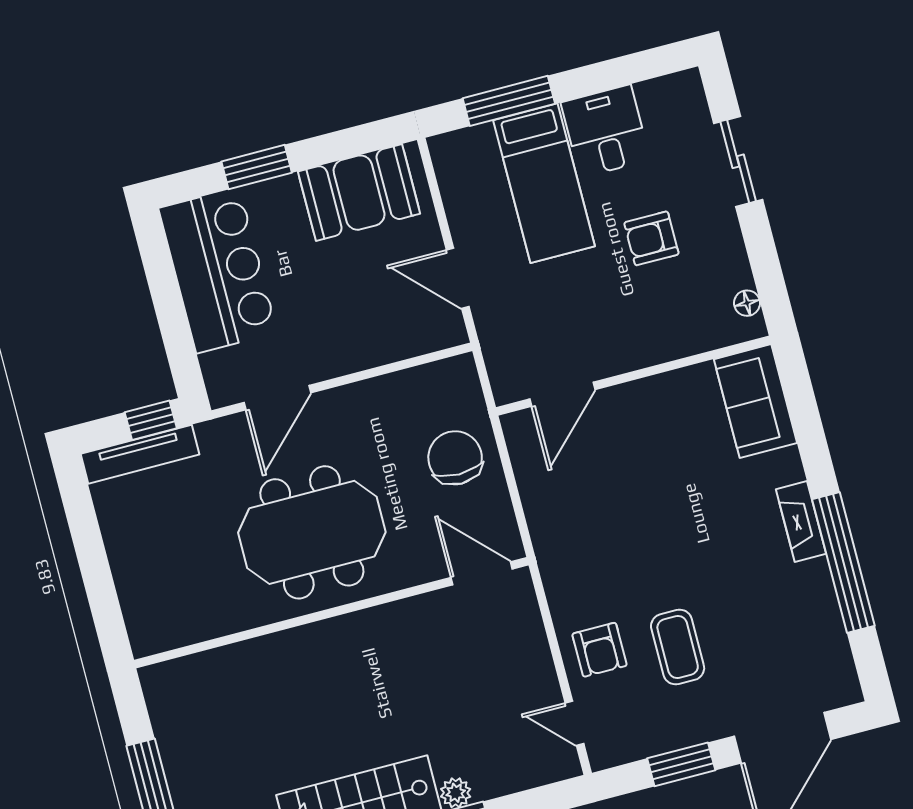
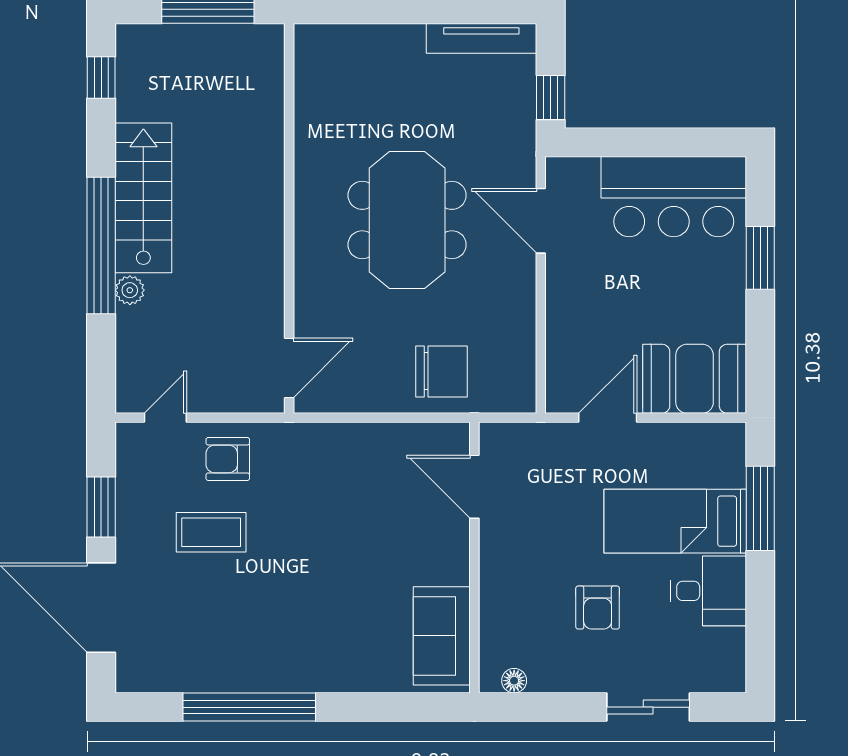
booth: (359, 193) -> (695, 379), moved, turned 90
armchair: (651, 238) -> (598, 608), turned 180
sofa: (755, 401) -> (442, 636), moved, turned -90
tv unit: (140, 454) -> (481, 38), moved, turned -90
fireplace: (801, 522) -> (298, 678), removed
door: (482, 573) -> (289, 368), moved
wall: (331, 613) -> (289, 218), moved

